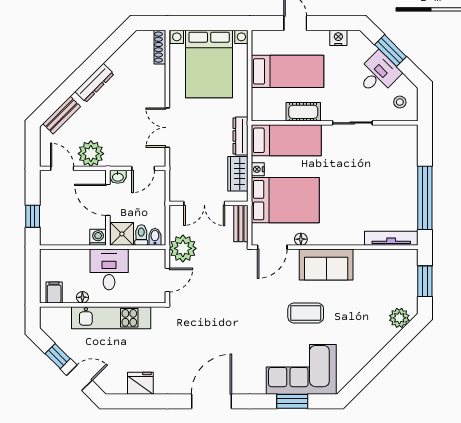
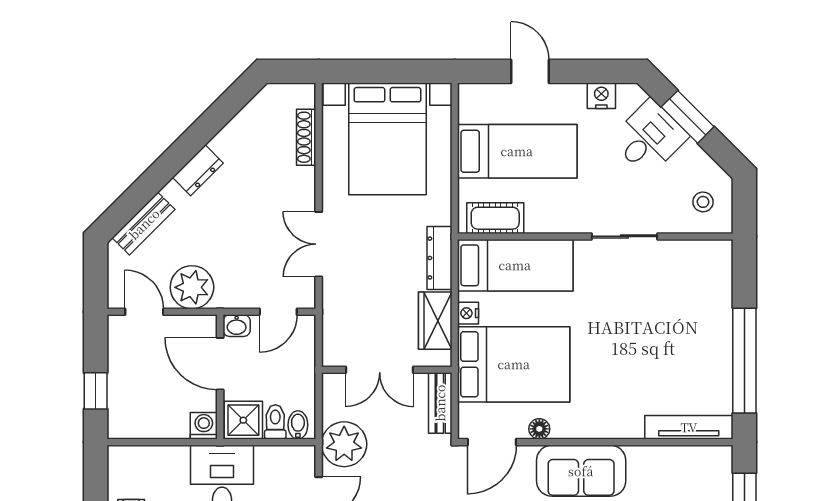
shoe rack: (160, 47) -> (306, 137), moved
desk: (378, 74) -> (649, 138), moved
dresser: (94, 83) -> (198, 170), width x0.70
cot: (303, 112) -> (495, 218), moved

